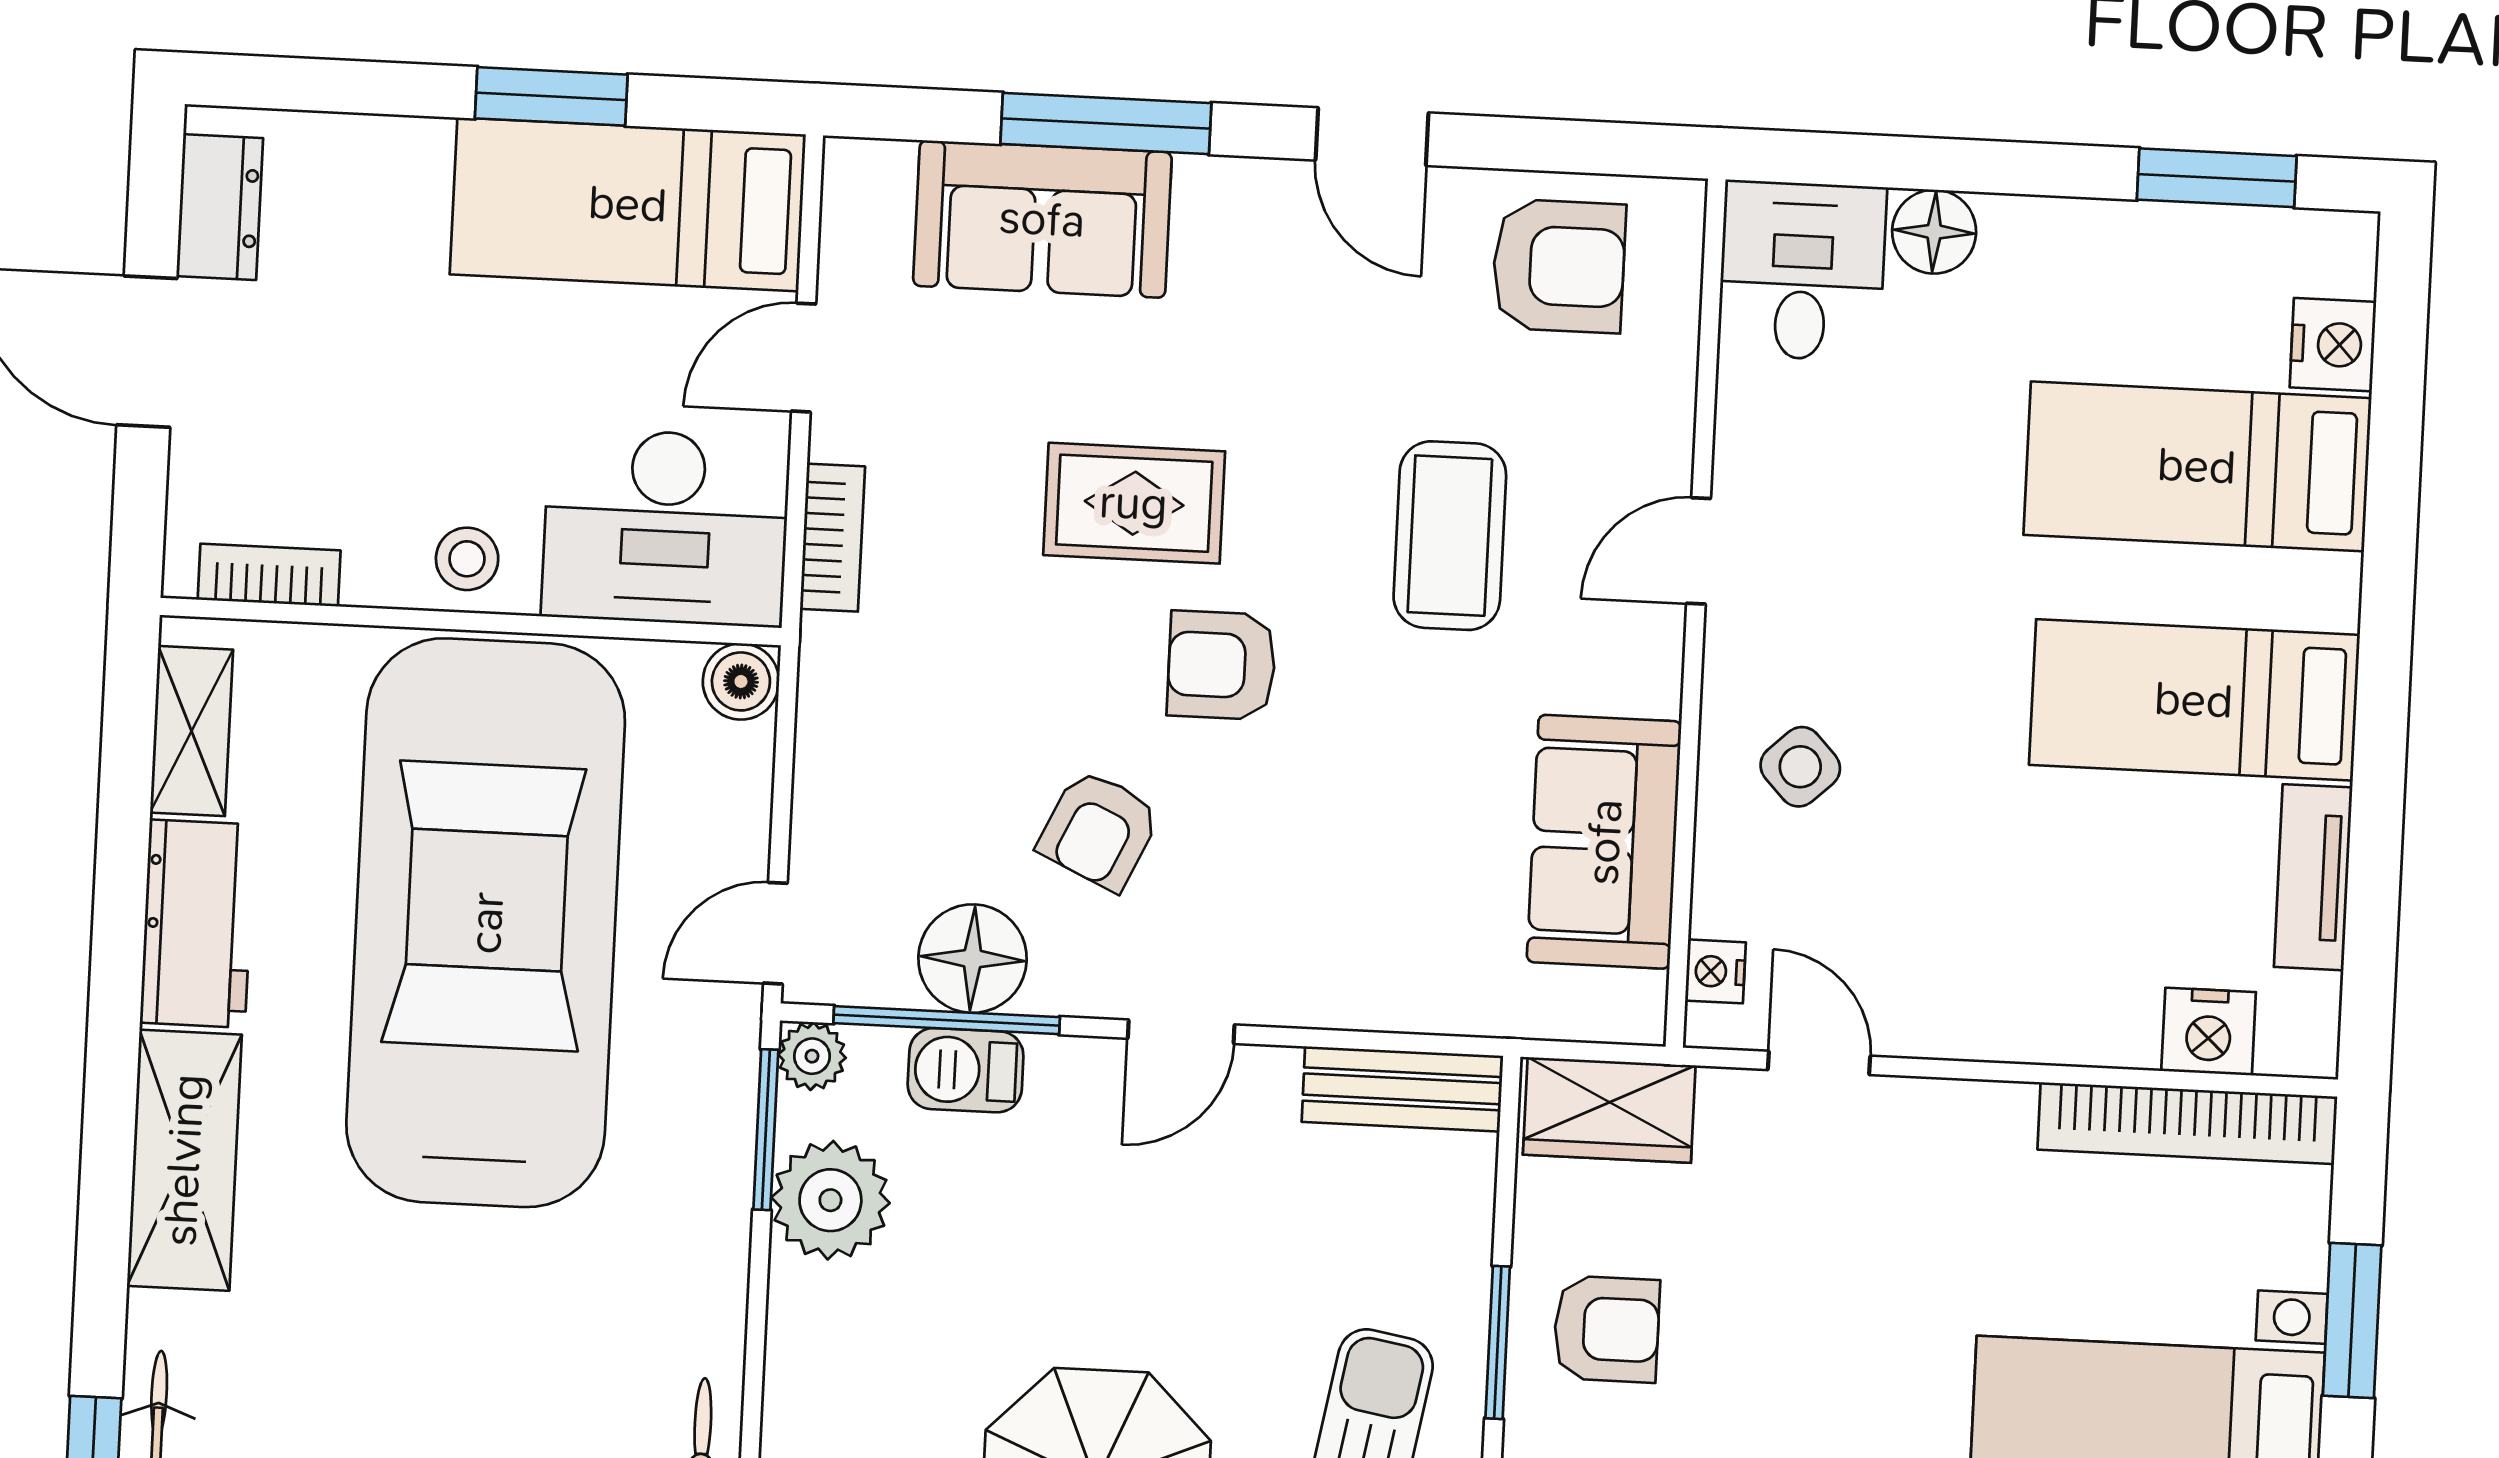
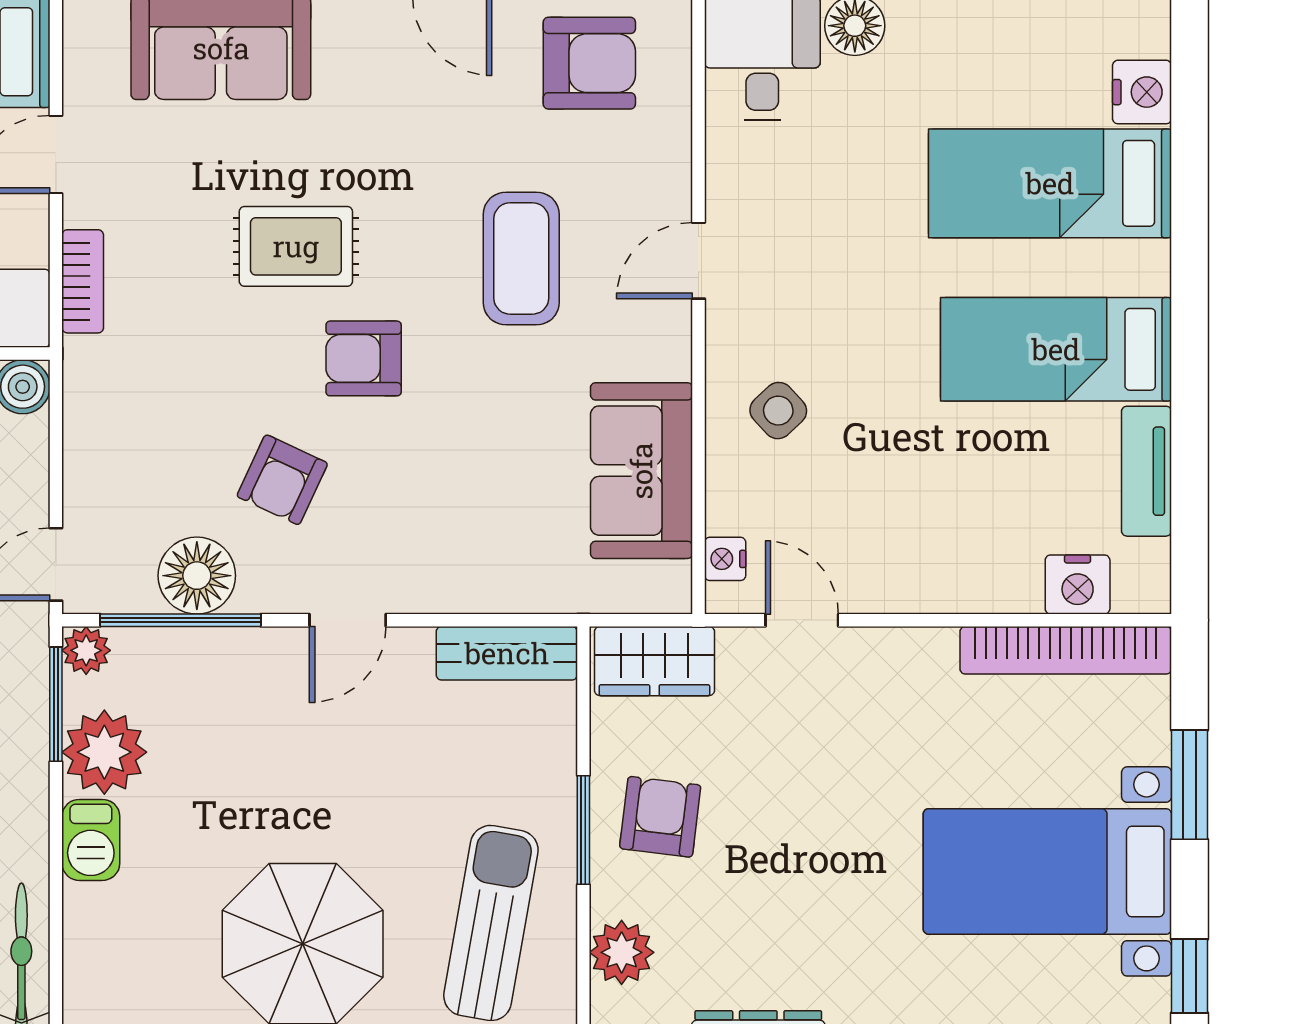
barbecue: (966, 1070) -> (91, 840), moved, turned -90
armchair: (1607, 1329) -> (660, 817), turned -83

